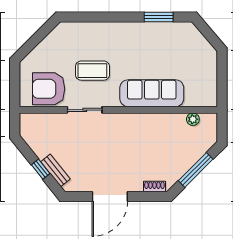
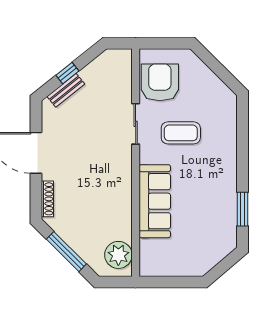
coffee table: (92, 71) -> (181, 133), turned 90
plant: (193, 119) -> (118, 255), width x1.87, depth x1.87
shoe rack: (154, 186) -> (47, 199), width x1.43

